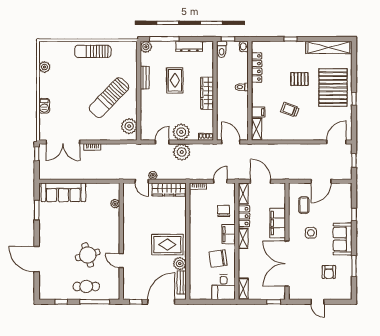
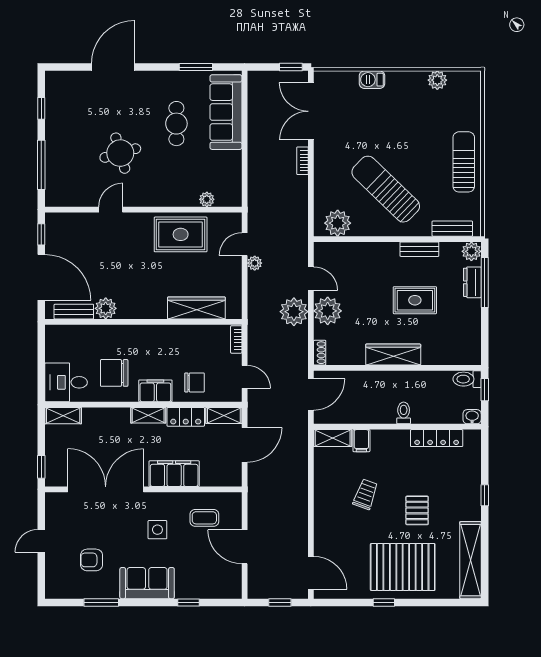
dresser: (189, 46) -> (472, 282), moved, width x0.70
bench: (132, 58) -> (452, 229), added
wardrobe: (169, 189) -> (196, 308), moved, turned 90
rug: (167, 245) -> (181, 234), moved, turned 90
chair: (218, 259) -> (114, 373), turned -82
cafe table: (86, 286) -> (176, 124), moved

